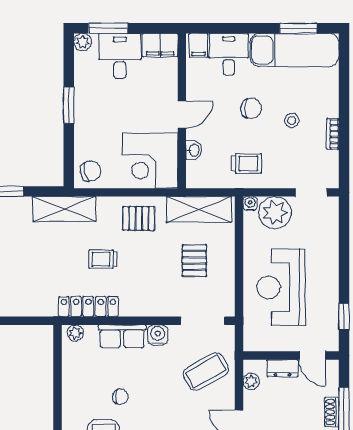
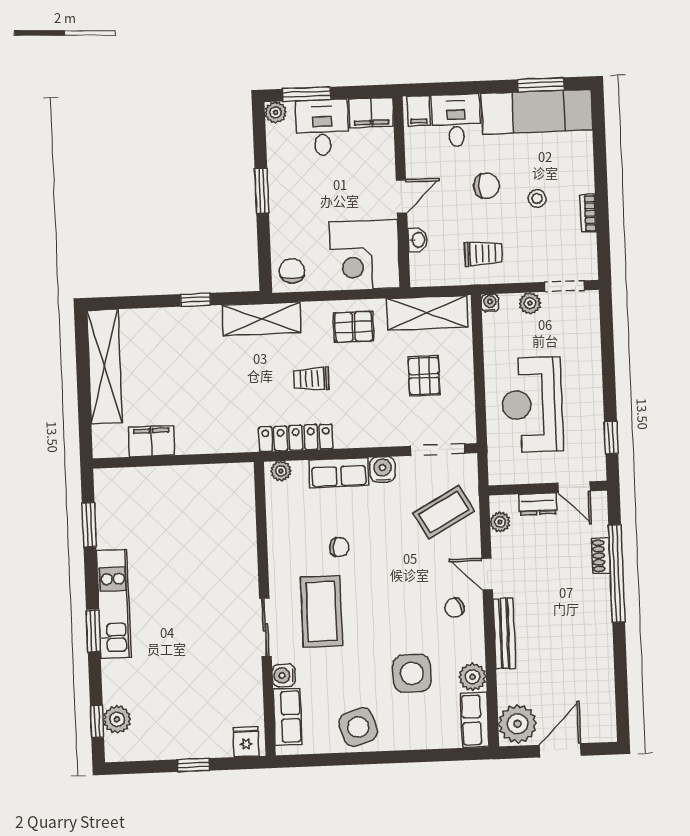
chair: (91, 171) -> (292, 271), turned -76
plant: (275, 213) -> (530, 303), width x0.53, depth x0.53

